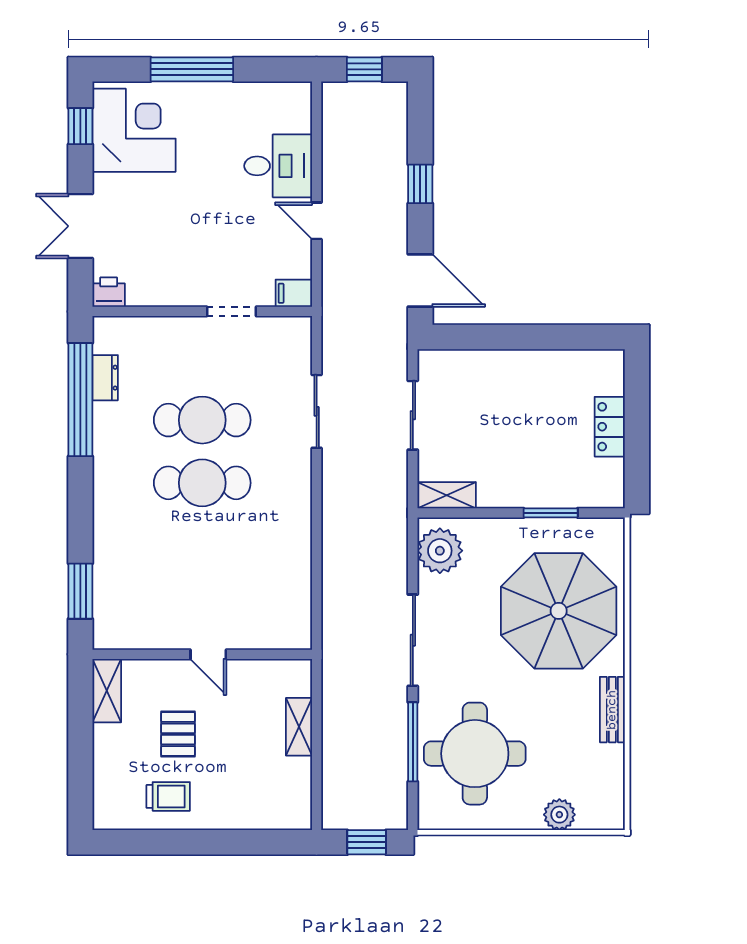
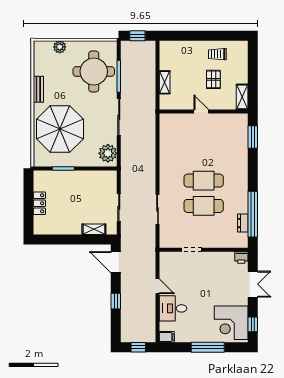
filing cabinet: (294, 293) -> (167, 337), moved
shelving: (447, 495) -> (94, 229), moved

